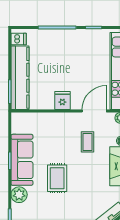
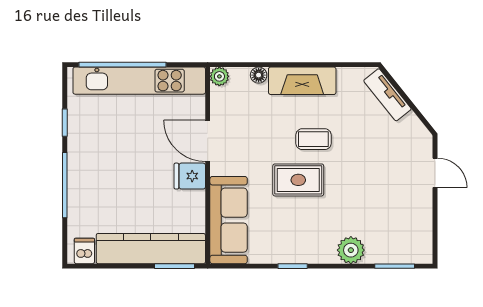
door: (94, 111) -> (208, 141), moved
coffee table: (88, 142) -> (313, 139), moved
sofa: (22, 160) -> (229, 220), moved, turned 90
rug: (57, 178) -> (298, 180), moved

